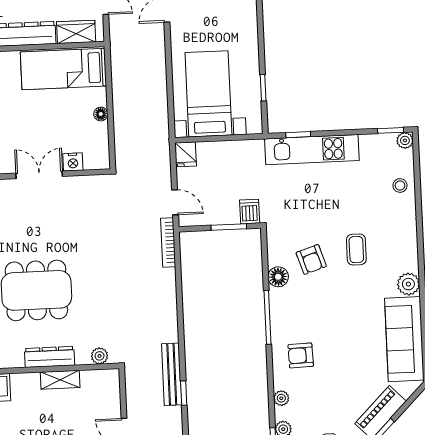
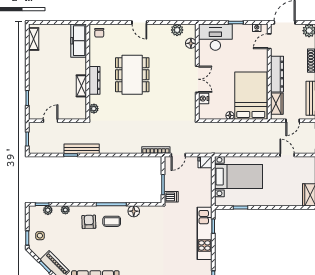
bed: (63, 69) -> (251, 96), width x1.50
coffee table: (356, 249) -> (112, 221), moved
armchair: (311, 259) -> (143, 230), removed

